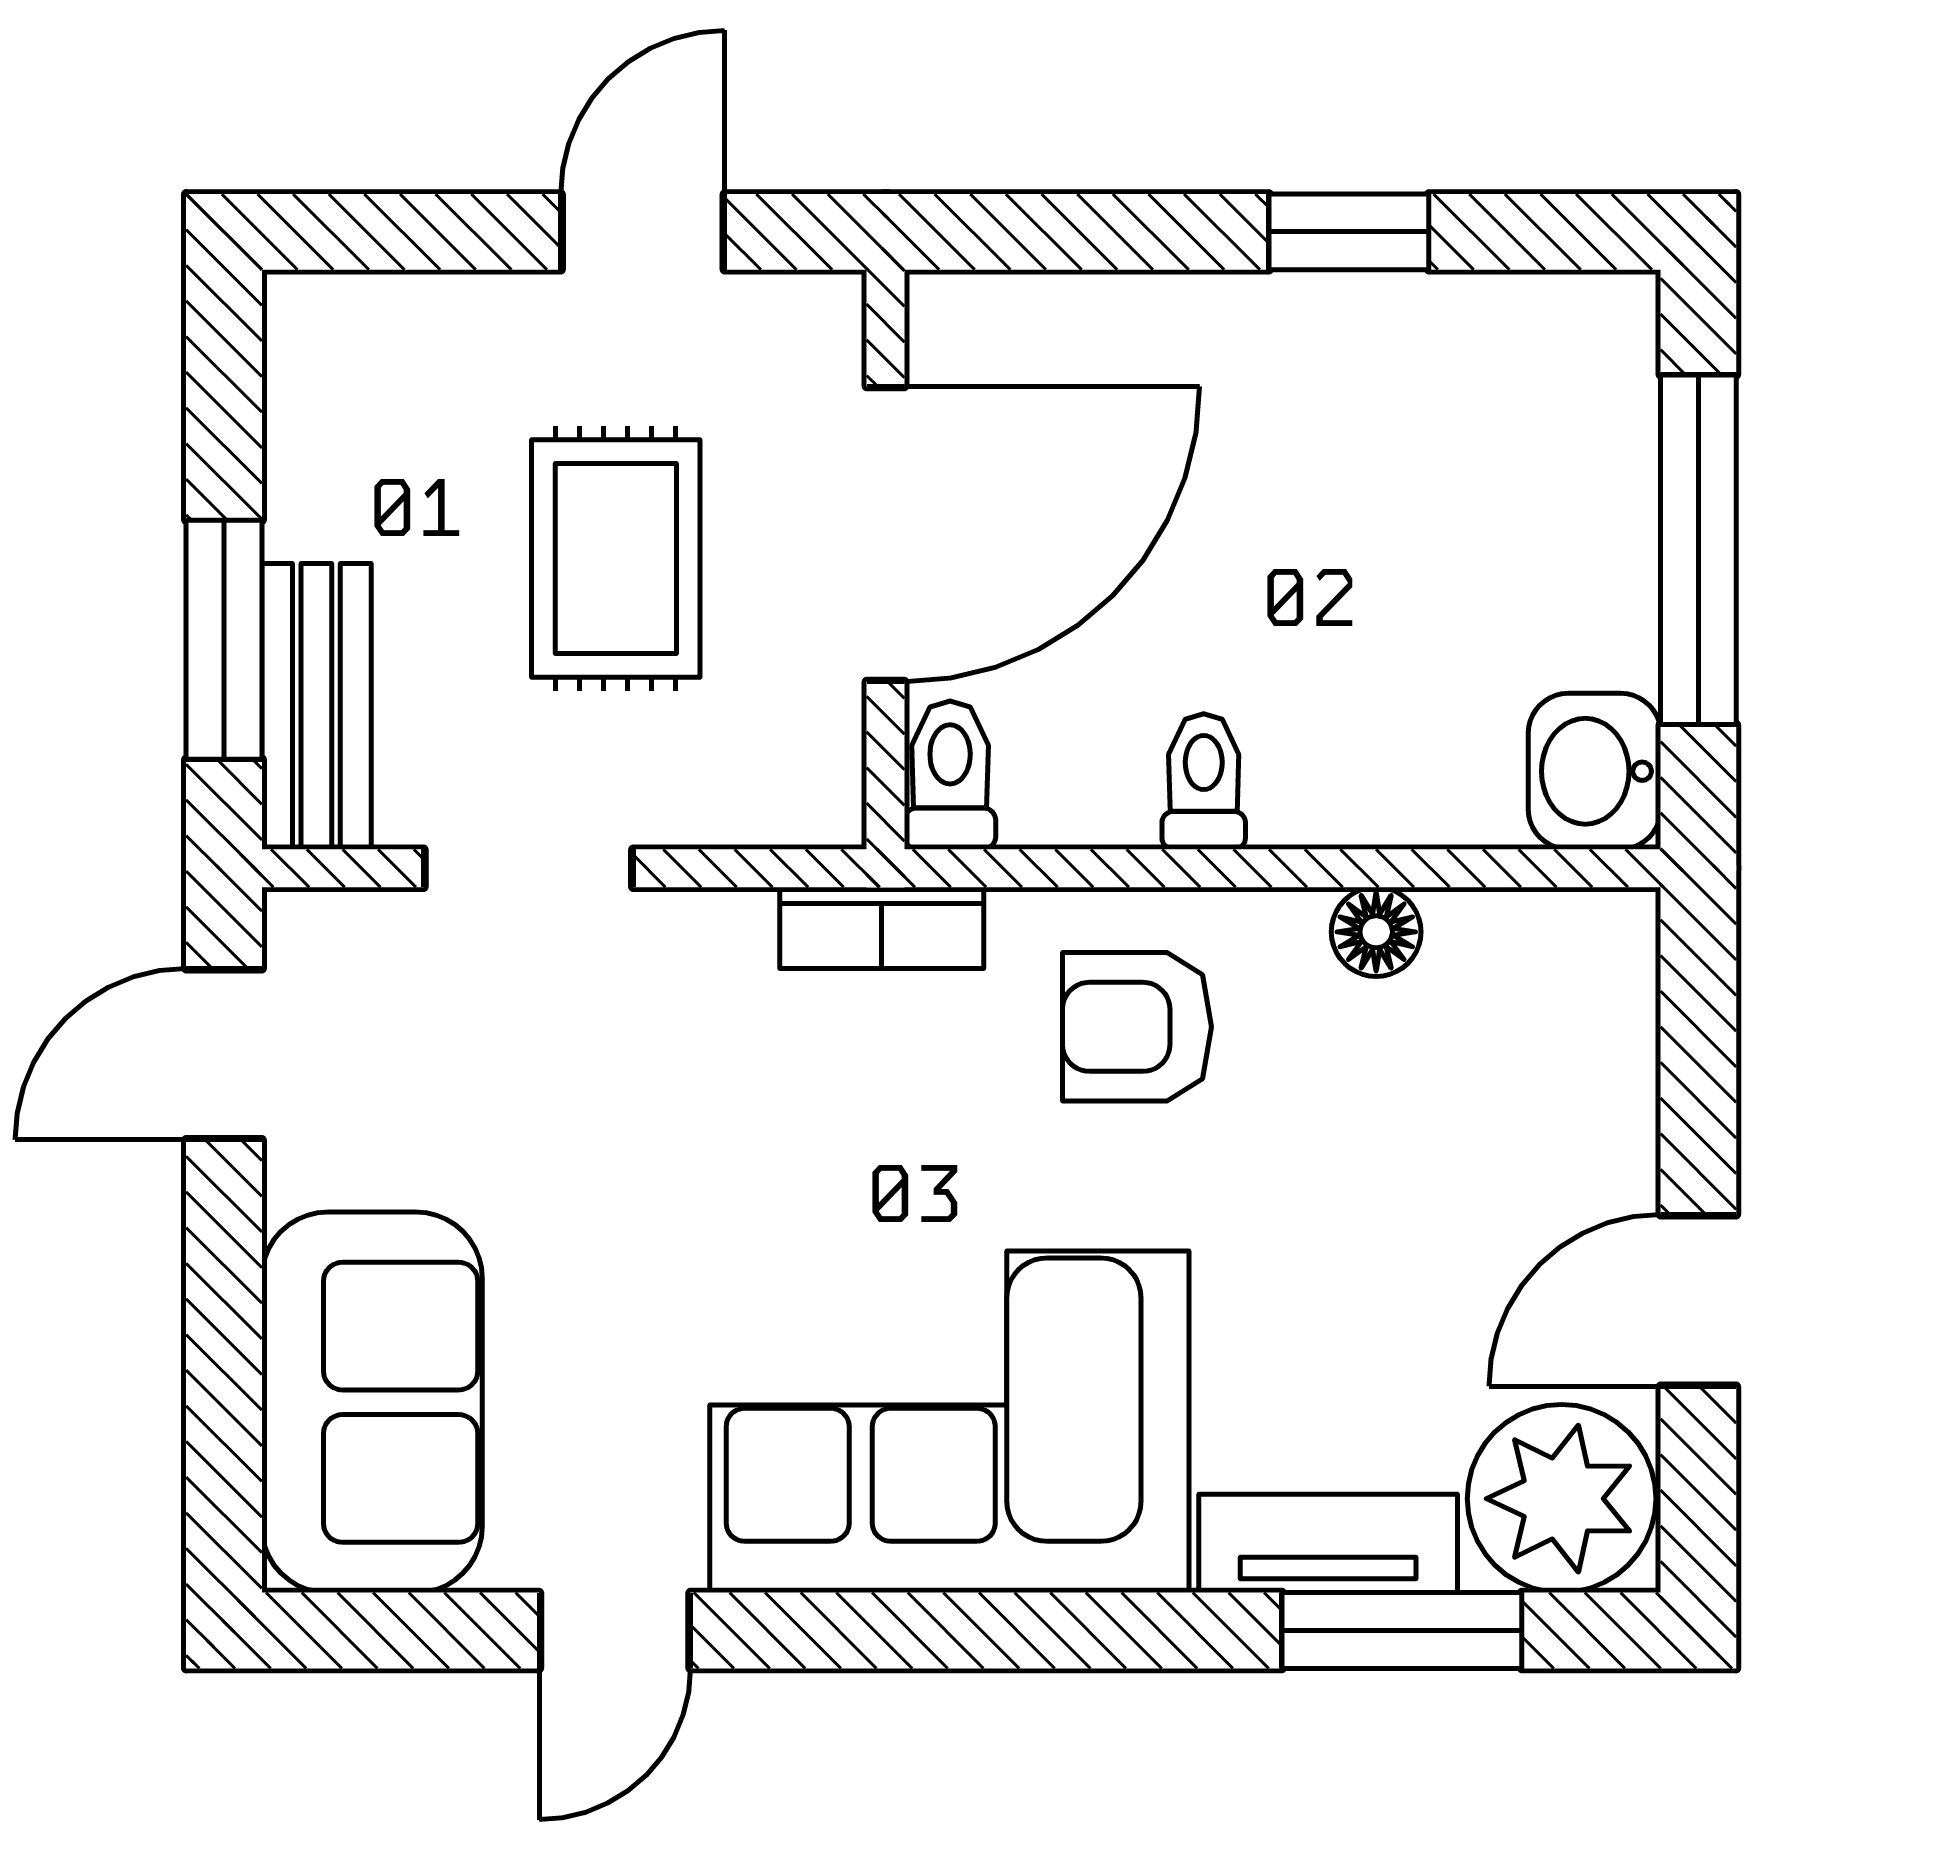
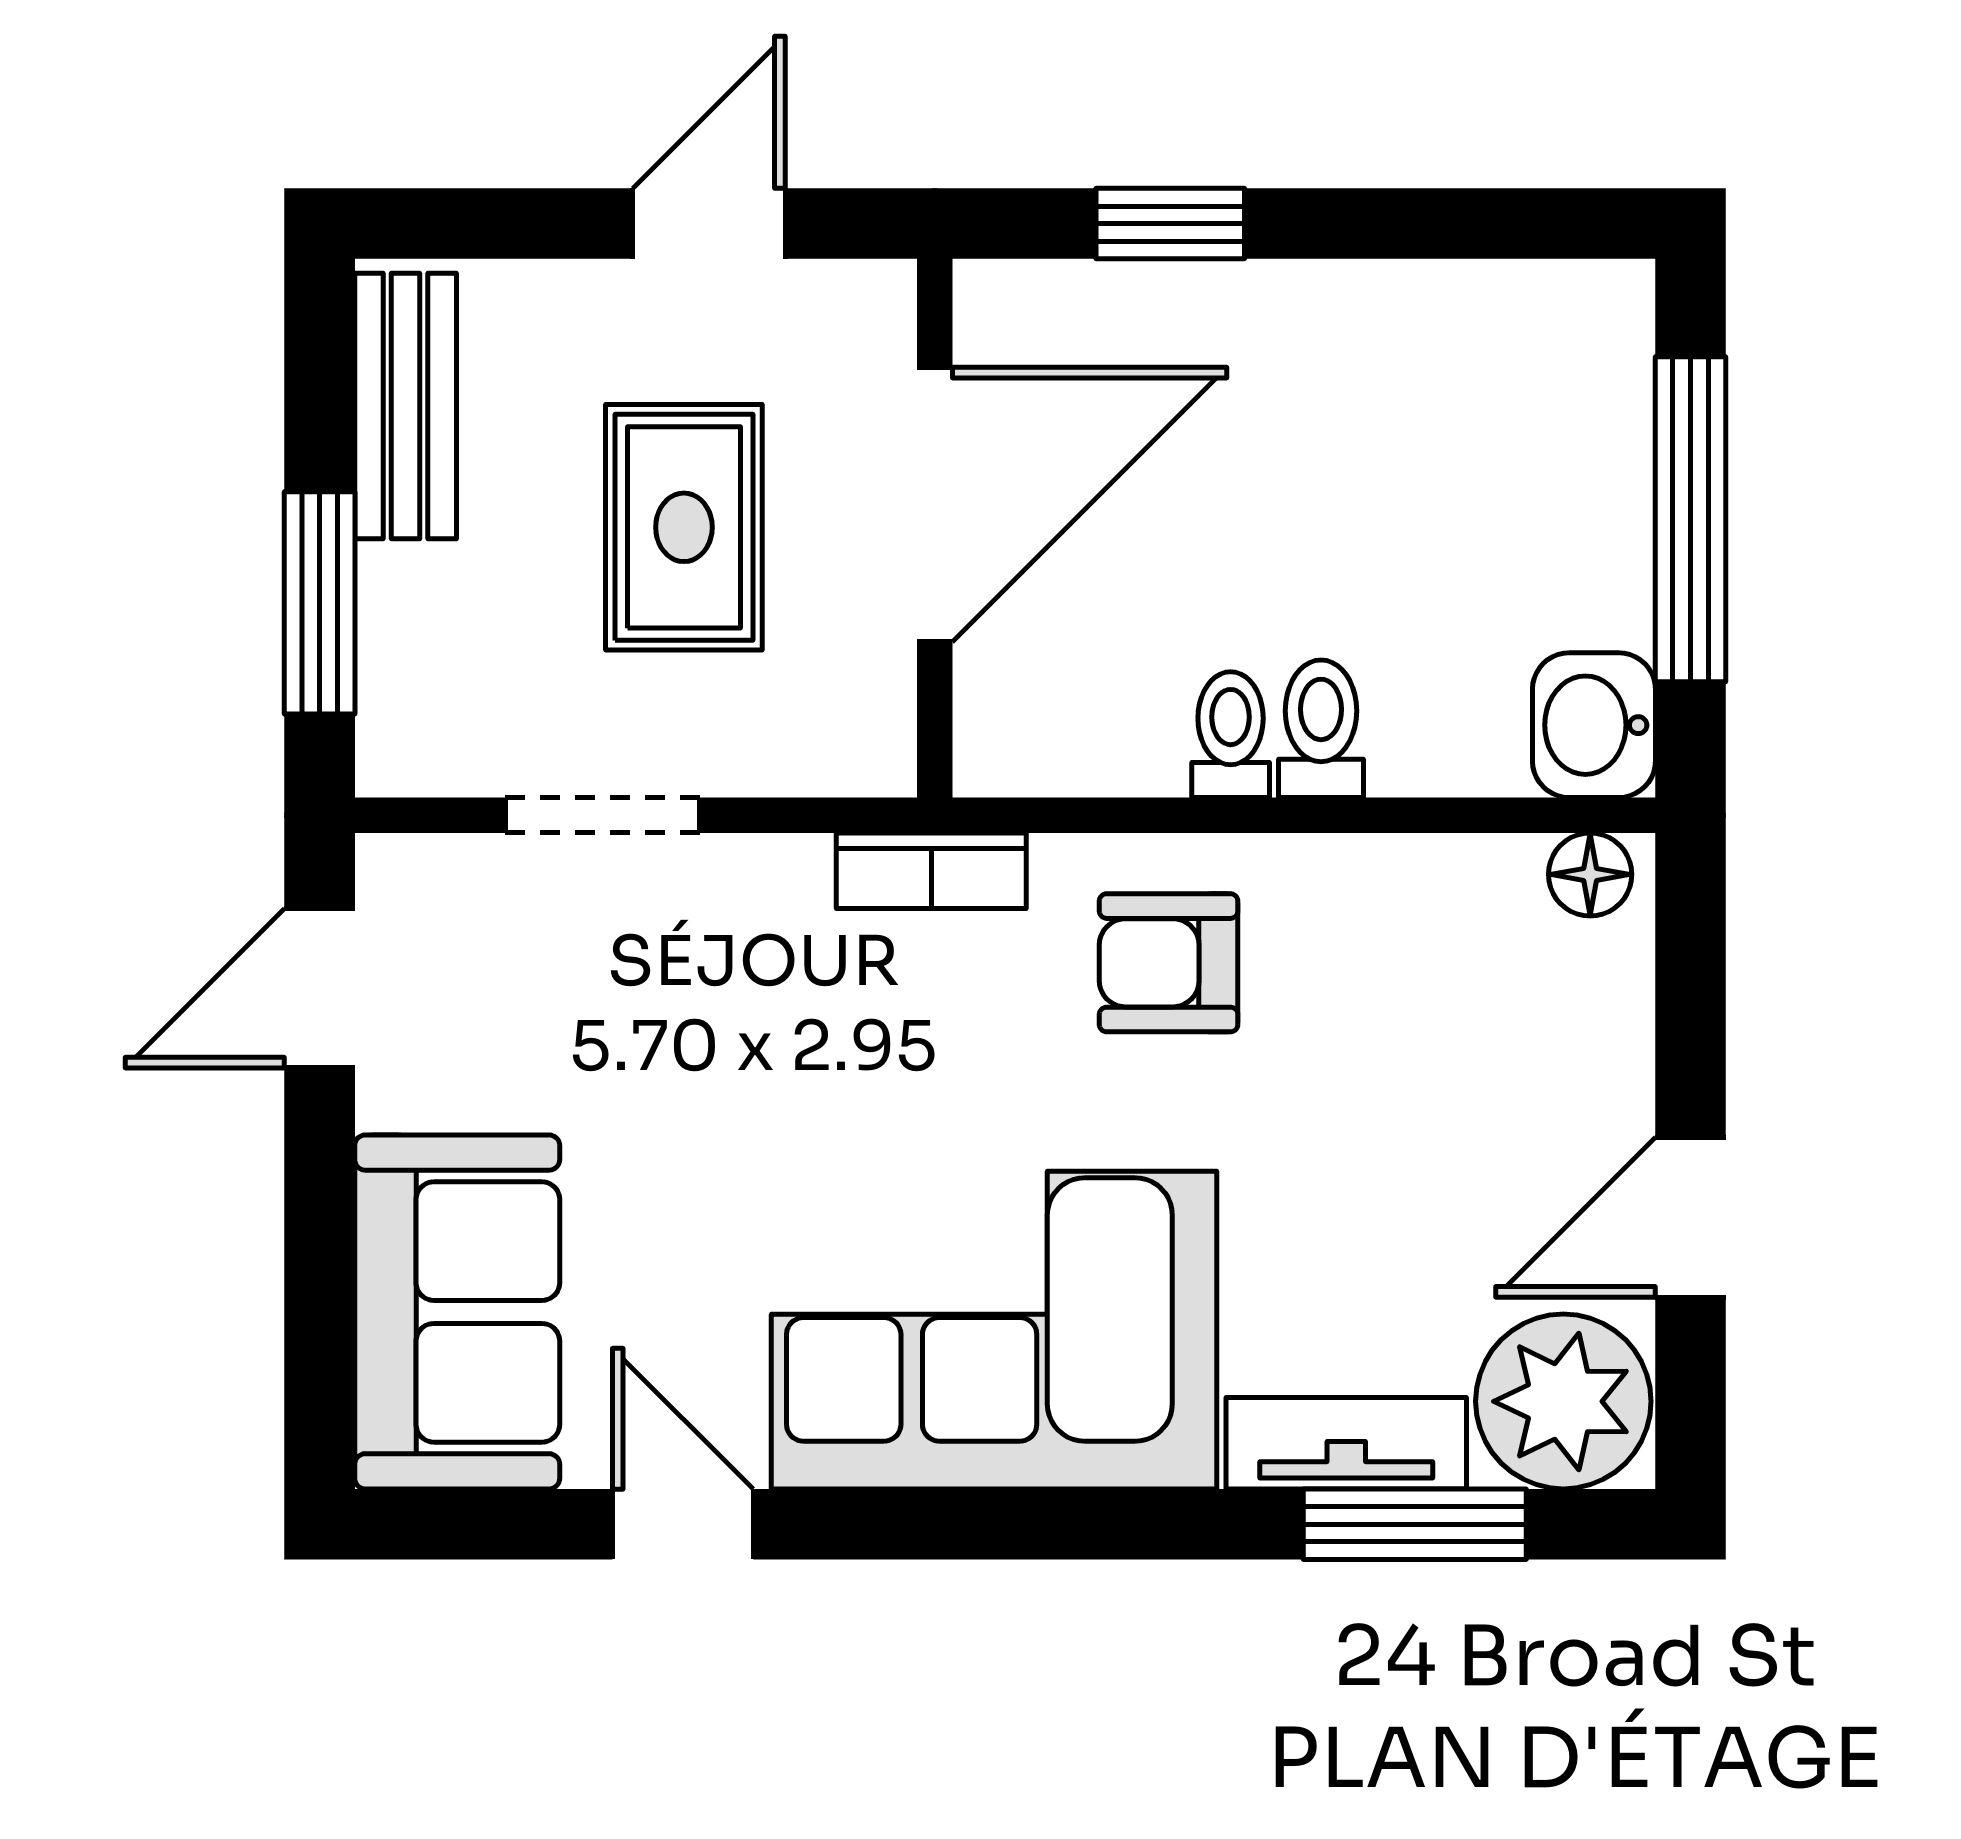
window: (1349, 232) -> (1170, 224), moved
bench: (316, 706) -> (406, 406), moved
toilet: (950, 775) -> (1321, 729), moved
floor lamp: (1376, 932) -> (1590, 874), moved
door: (615, 1631) -> (683, 1524), swing flipped

